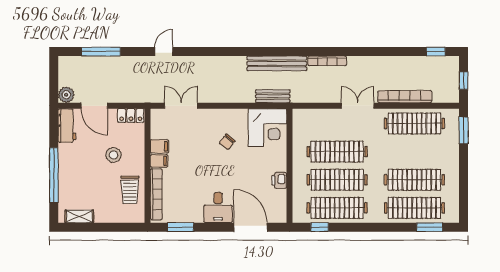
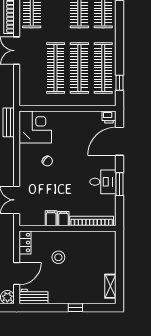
window: (54, 175) -> (75, 308), width x0.32
printer: (279, 180) -> (109, 117), moved
trolley: (130, 190) -> (88, 243), removed
desk: (218, 207) -> (103, 182), moved
window: (181, 227) -> (119, 184), moved

